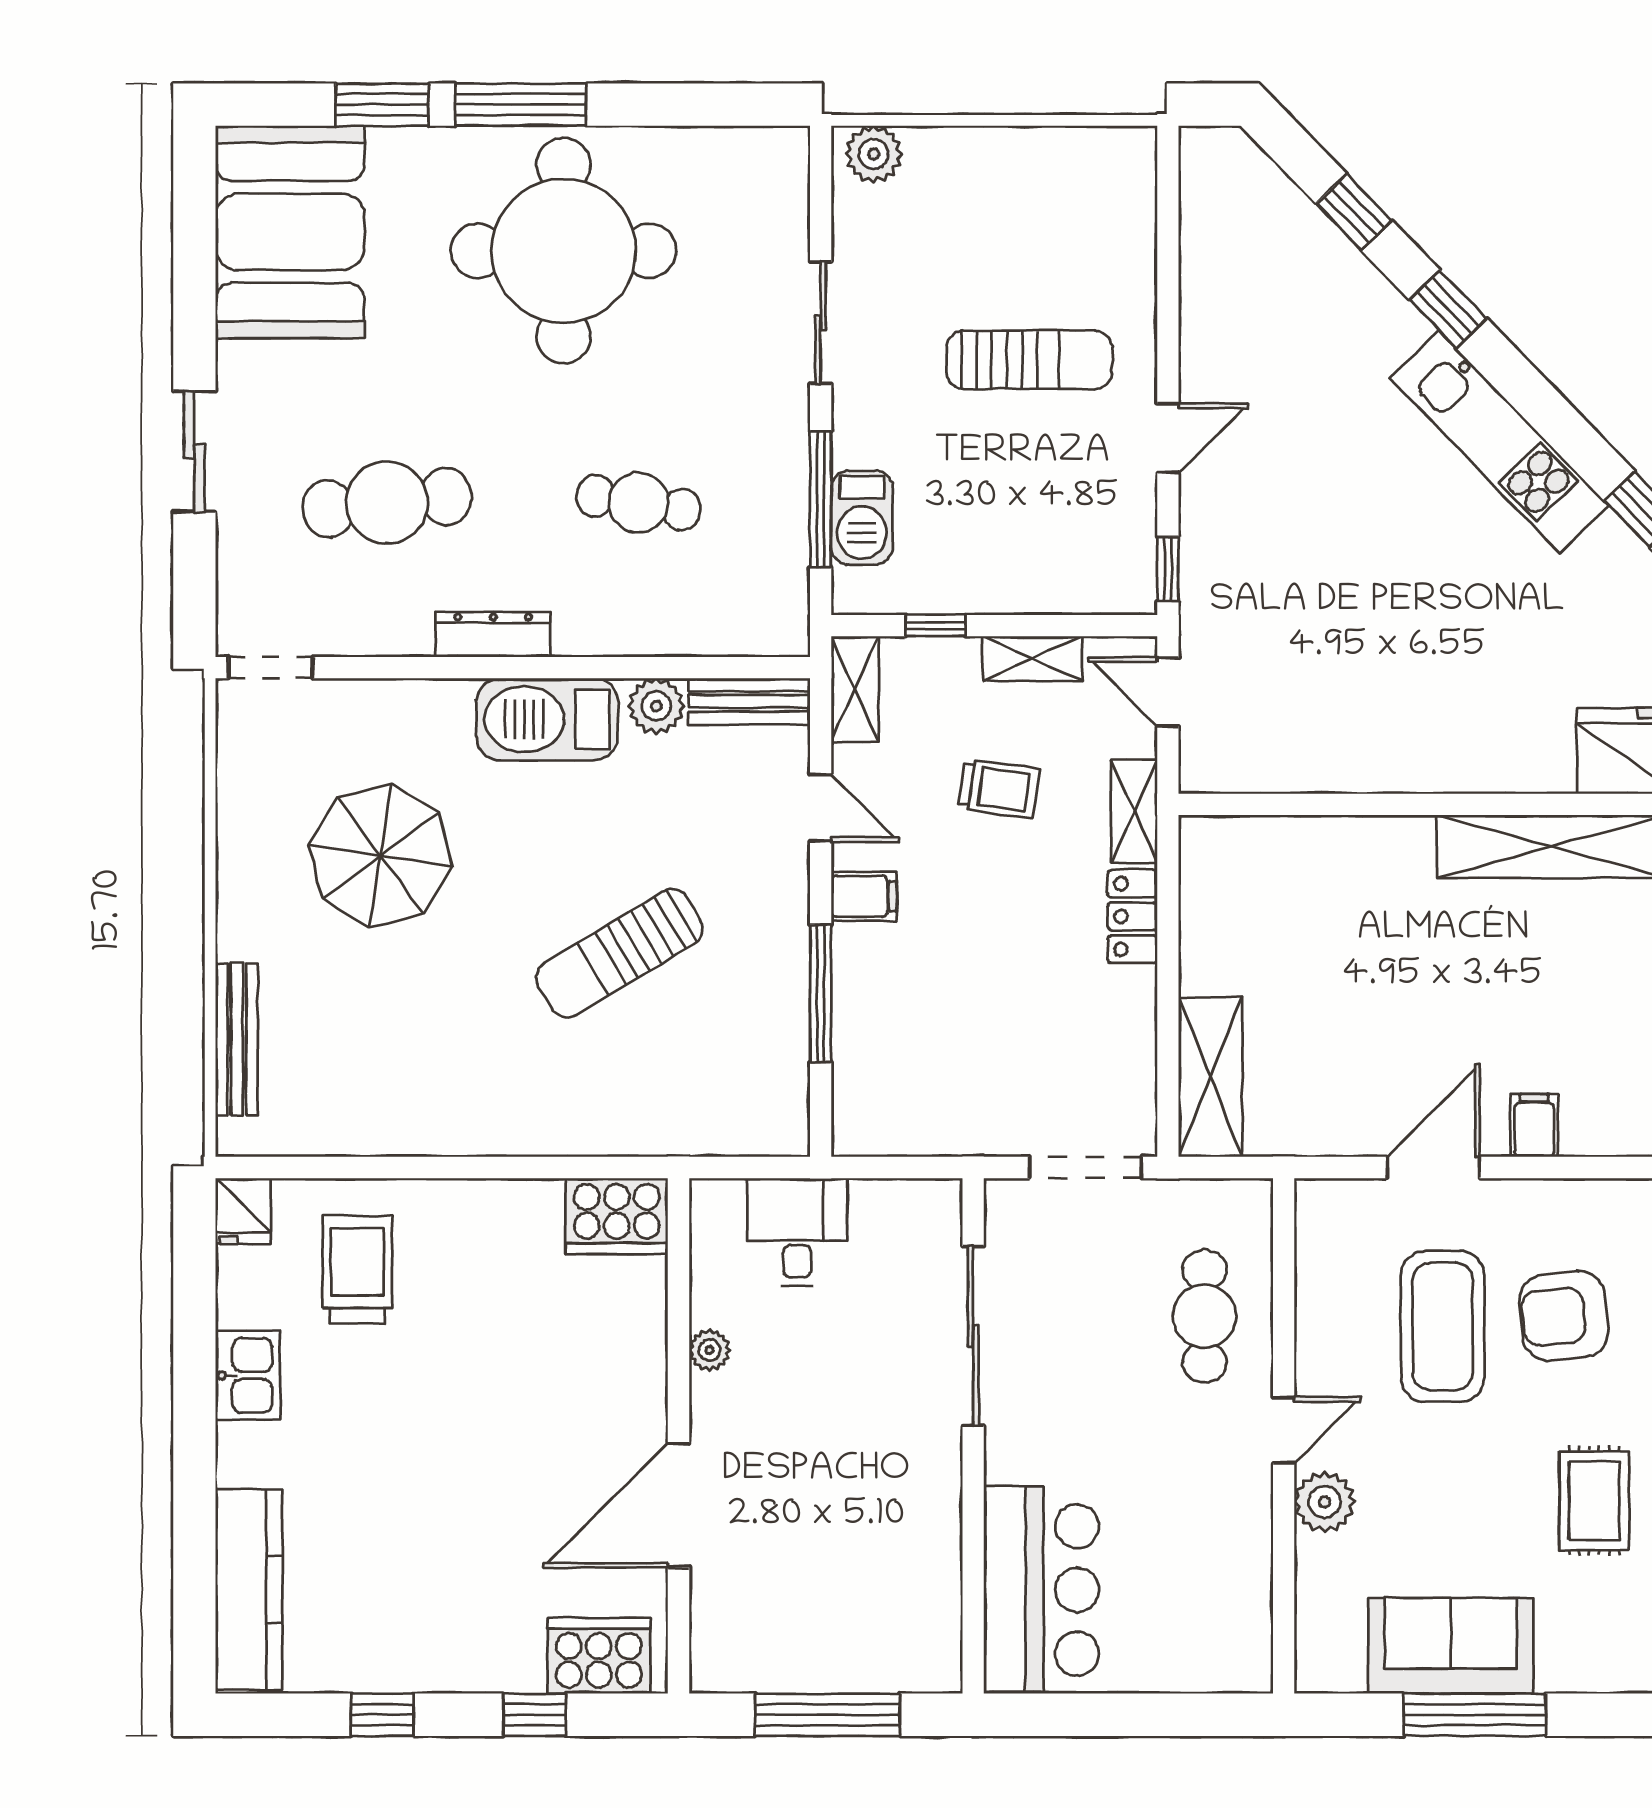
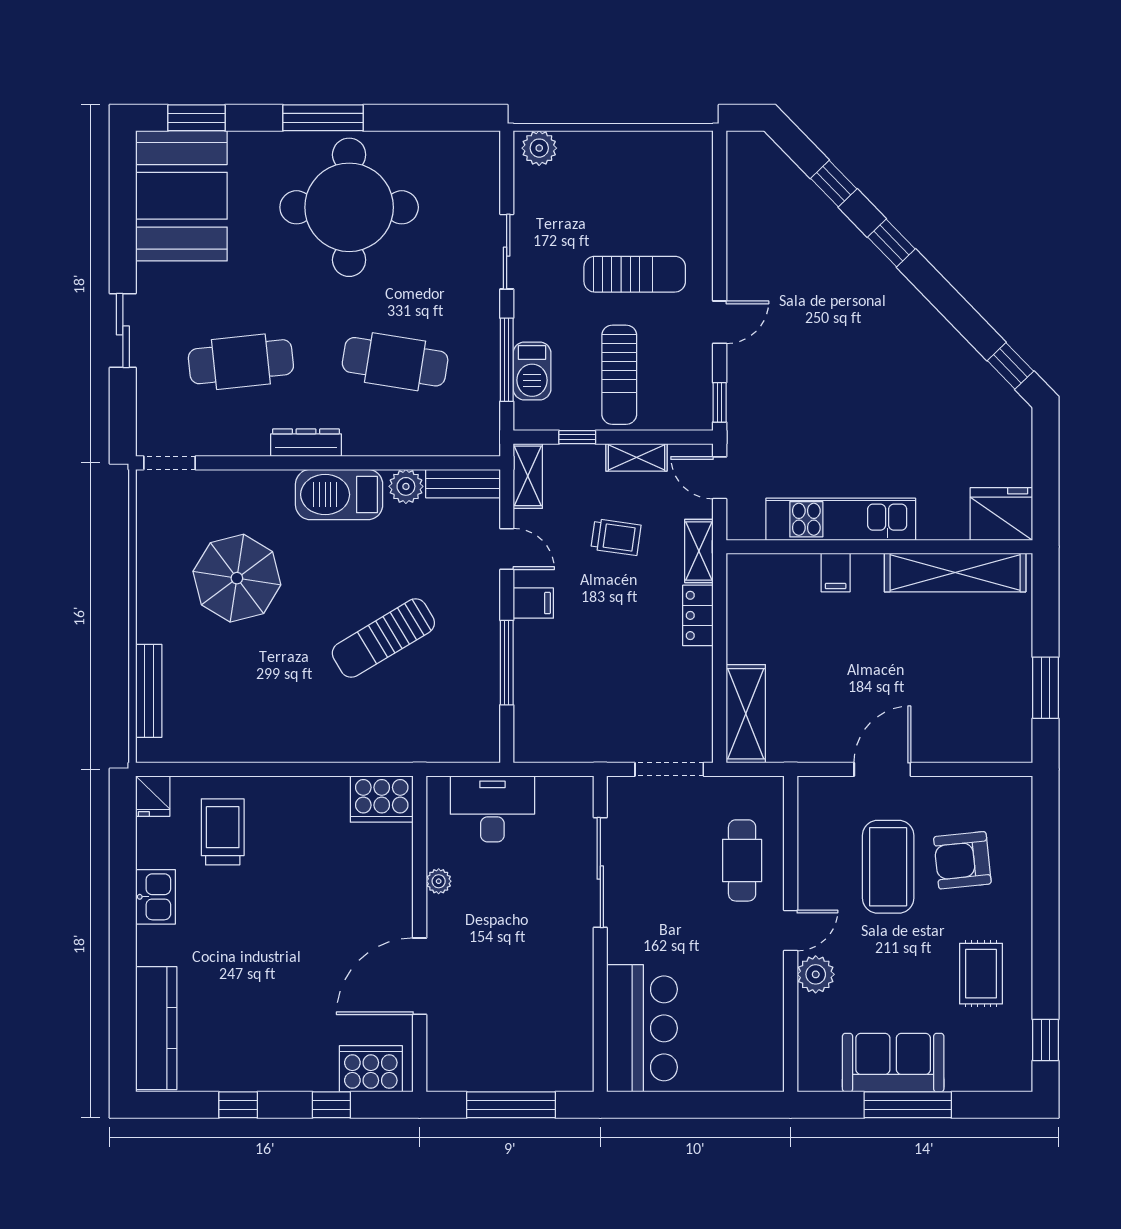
window: (382, 105) -> (196, 118), moved
kitchen unit: (1499, 442) -> (841, 519), moved, turned 134
cafe table: (638, 503) -> (395, 362), width x1.37, depth x1.35
sun lounger: (1004, 524) -> (619, 375), added
filing cabinet: (1534, 1125) -> (836, 573), moved, turned 180
desk: (797, 1232) -> (492, 809), width x1.37

